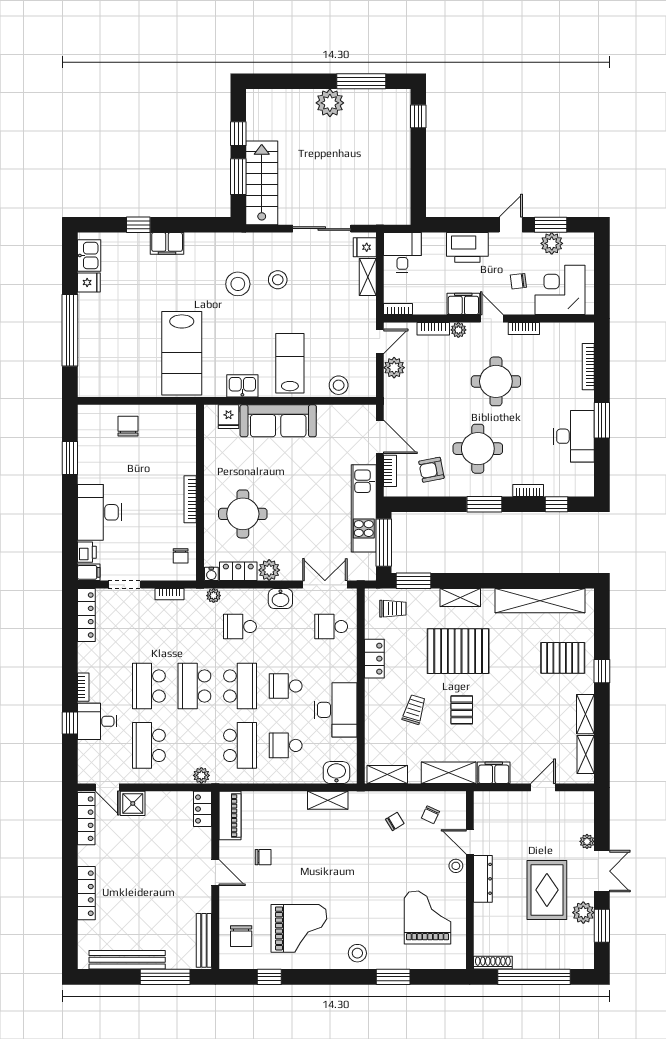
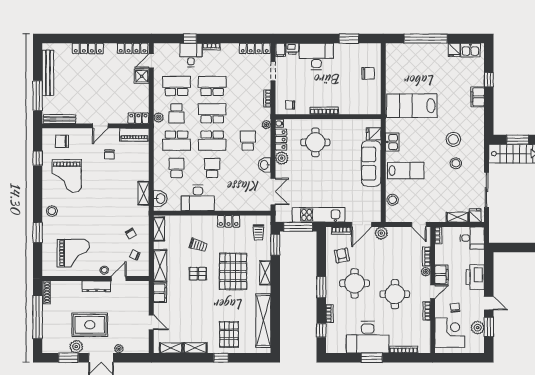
plant: (394, 368) -> (381, 233), moved
desk: (574, 436) -> (368, 337), width x1.36, depth x1.30
school desk: (331, 627) -> (176, 113), moved, turned 180

